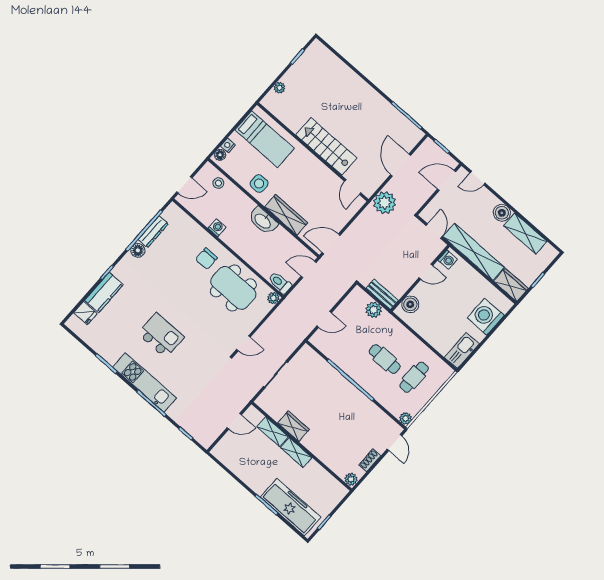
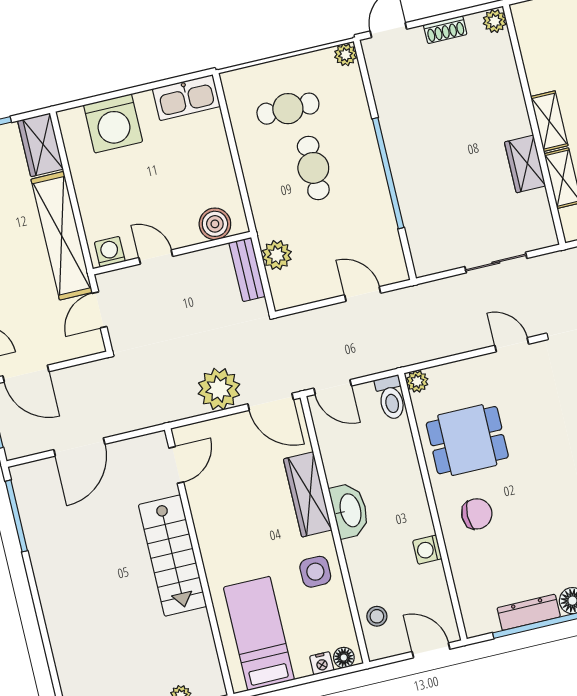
plant: (385, 203) -> (219, 389), moved
dining table: (233, 288) -> (467, 440), width x0.73

